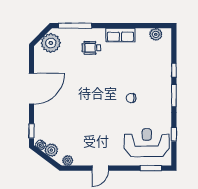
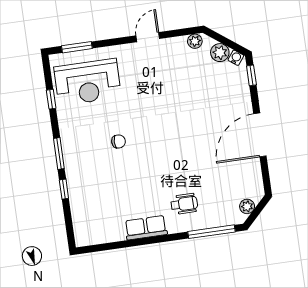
plant: (156, 34) -> (97, 236), removed
plant: (51, 43) -> (247, 206), width x0.53, depth x0.53

